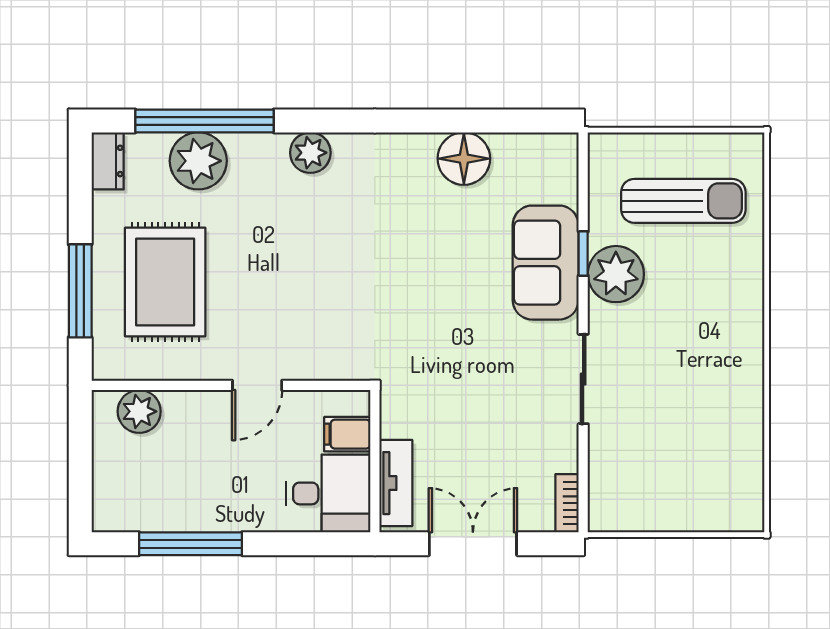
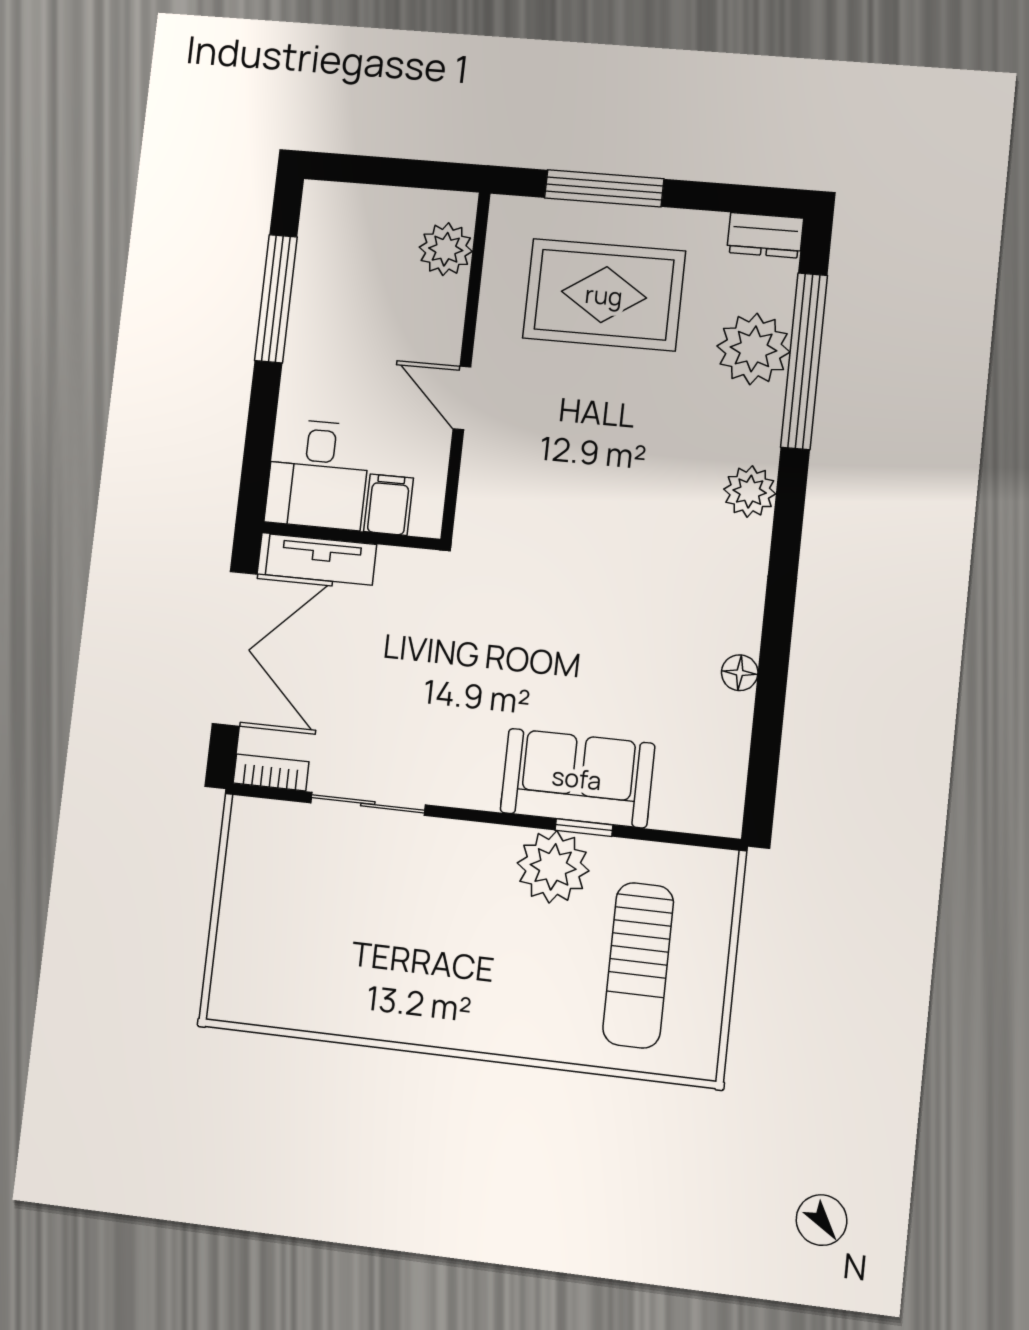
floor lamp: (464, 159) -> (740, 673), width x0.53, depth x0.53
sliding door: (583, 379) -> (368, 804), moved
double door: (473, 544) -> (235, 649), width x1.37

